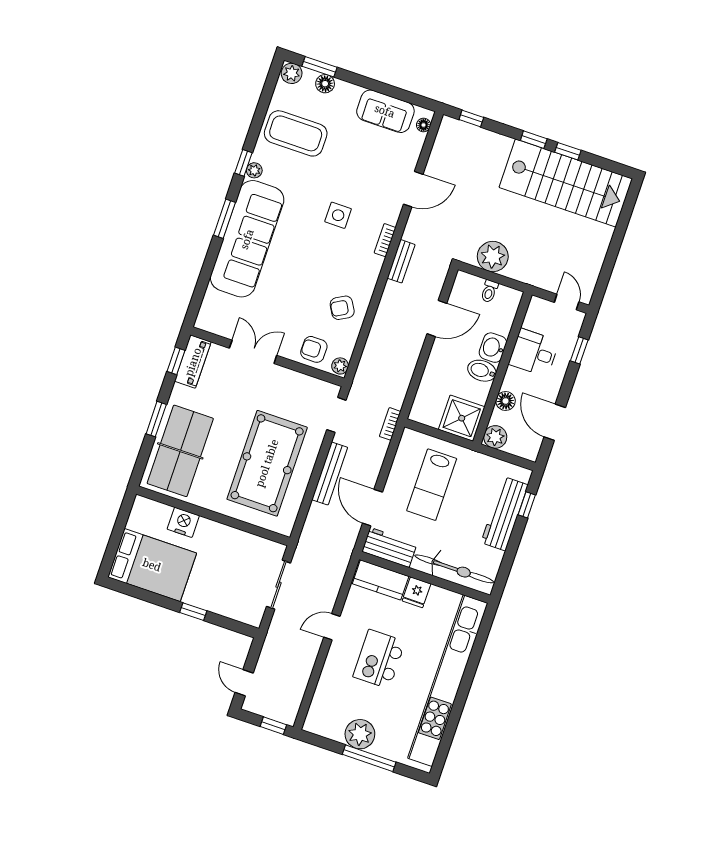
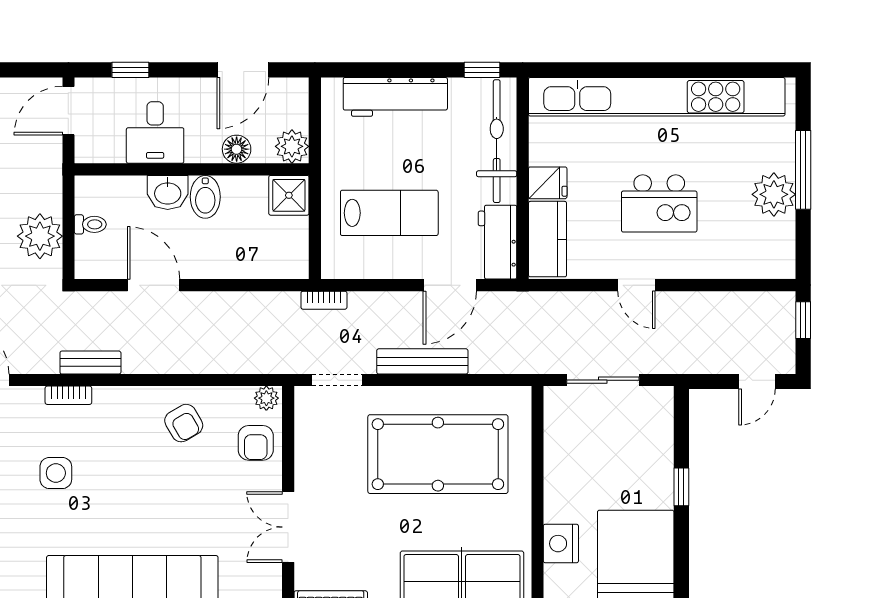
door: (567, 302) -> (68, 111), width x1.38
shower: (462, 418) -> (289, 195), width x0.73, depth x0.73
window: (527, 505) -> (482, 70), moved

